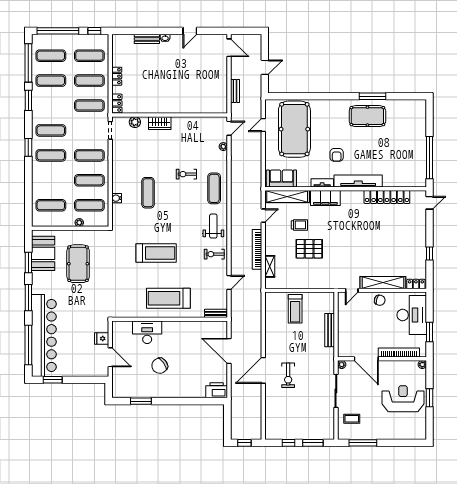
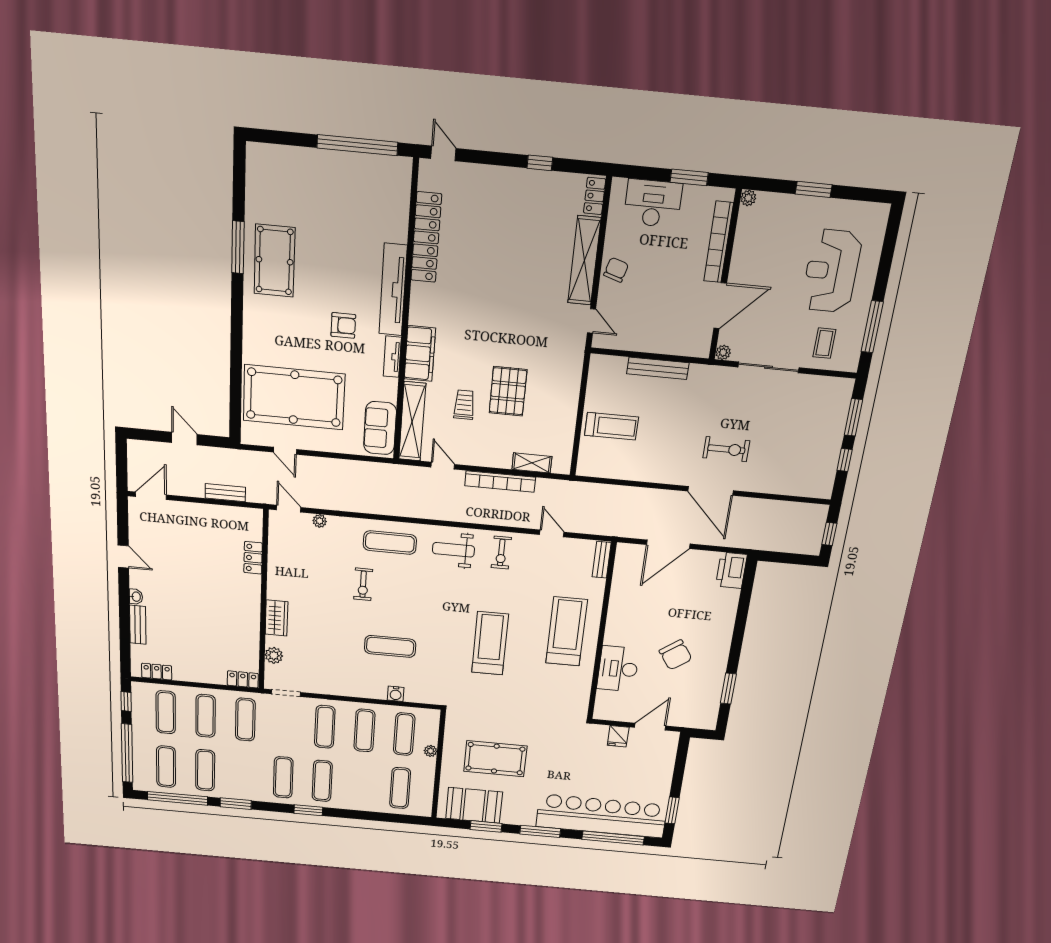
locker: (117, 76) -> (157, 672), moved
locker: (197, 108) -> (253, 558), added
treadmill: (168, 298) -> (566, 631), turned 180
desk: (412, 315) -> (653, 203), width x0.73, depth x0.77
reception desk: (403, 399) -> (831, 271), moved

